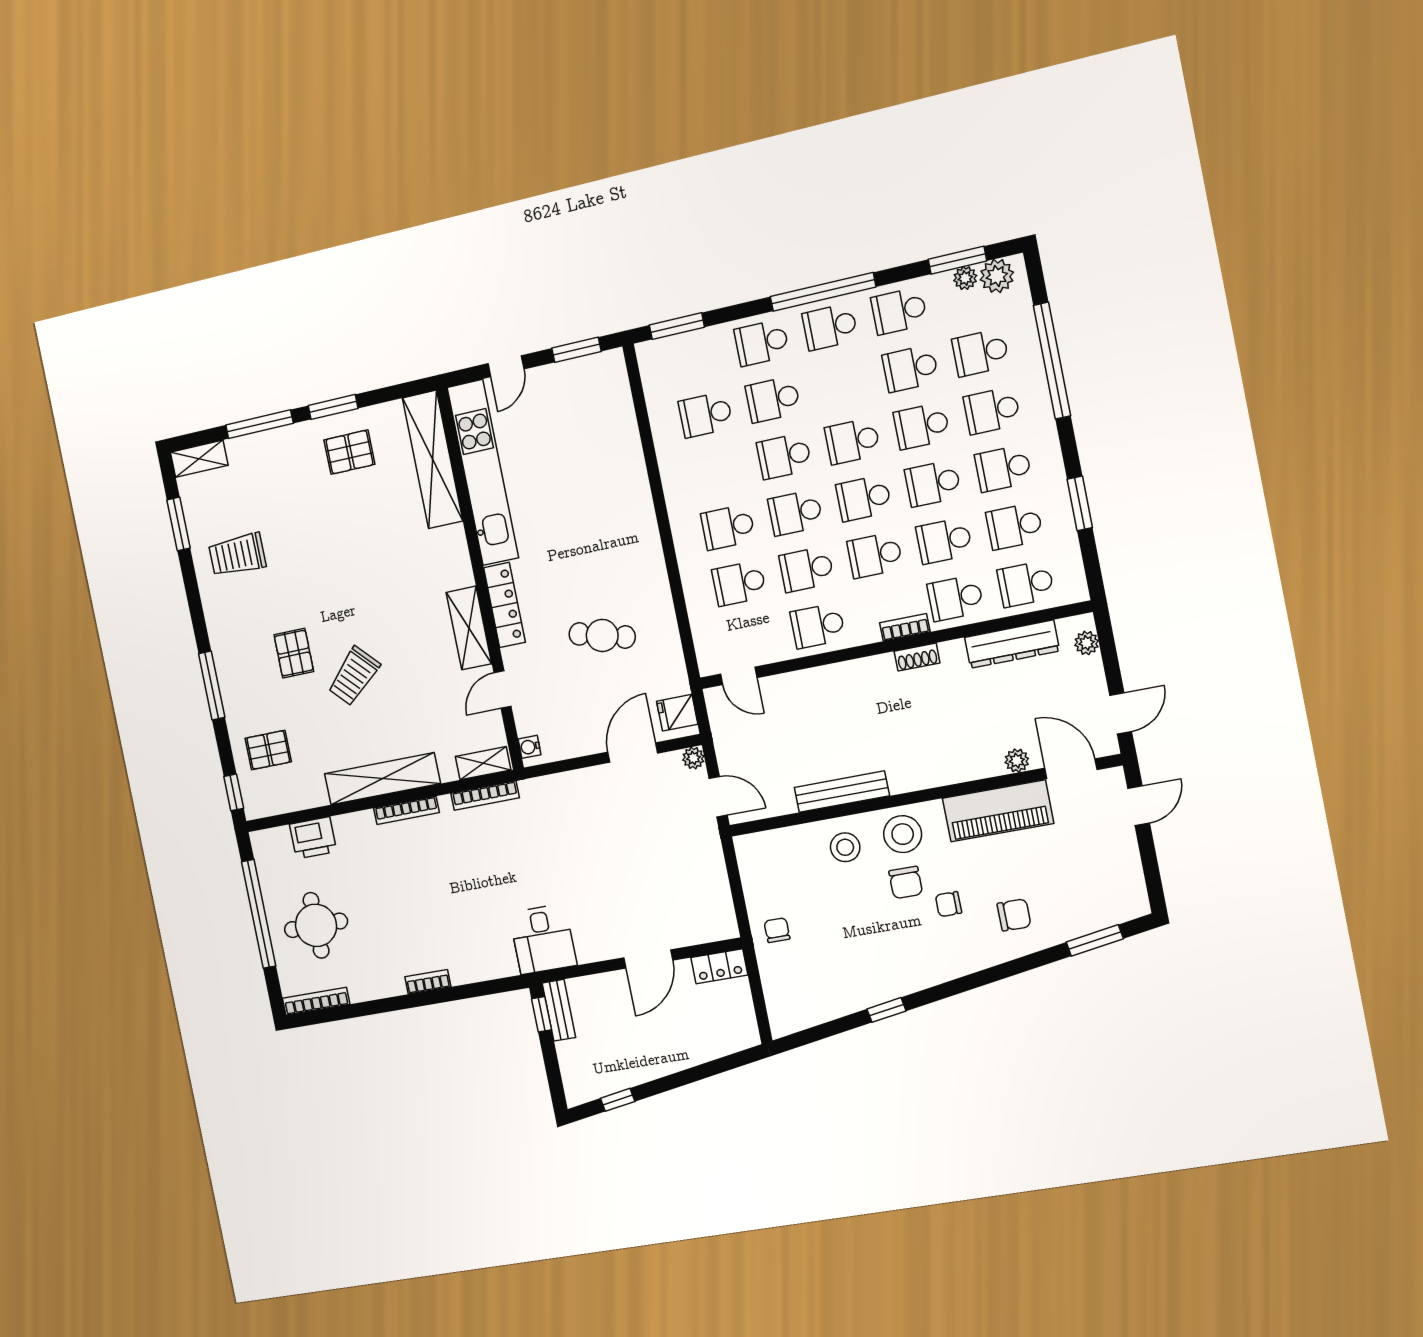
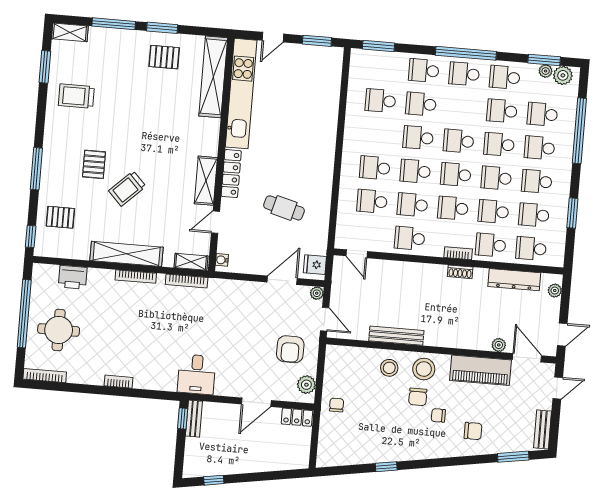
armchair: (677, 860) -> (290, 349), added
bench: (1132, 882) -> (543, 429), added
plant: (719, 910) -> (306, 385), added

